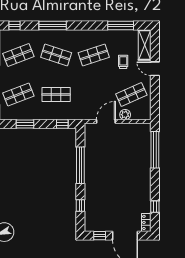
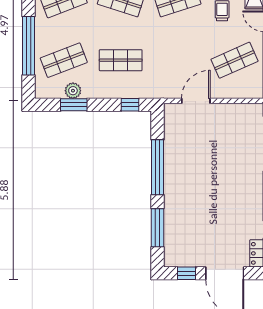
plant: (125, 115) -> (73, 91), moved
window: (80, 205) -> (158, 228), width x2.17

